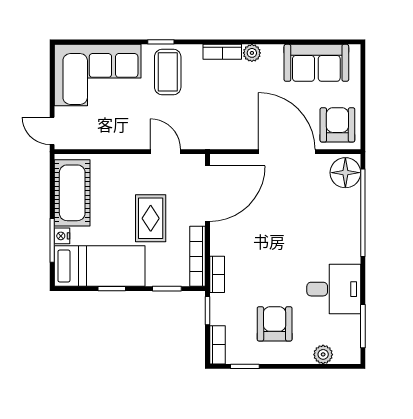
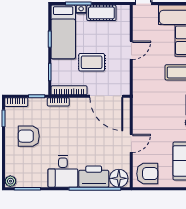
door: (165, 152) -> (131, 50), moved
door: (287, 152) -> (131, 143), width x0.53
cot: (72, 193) -> (101, 13), width x0.73, depth x0.75
printer: (343, 215) -> (94, 177), added
desk: (334, 289) -> (63, 171), moved
armchair: (275, 324) -> (29, 136), turned 180
plant: (323, 354) -> (10, 181), moved

